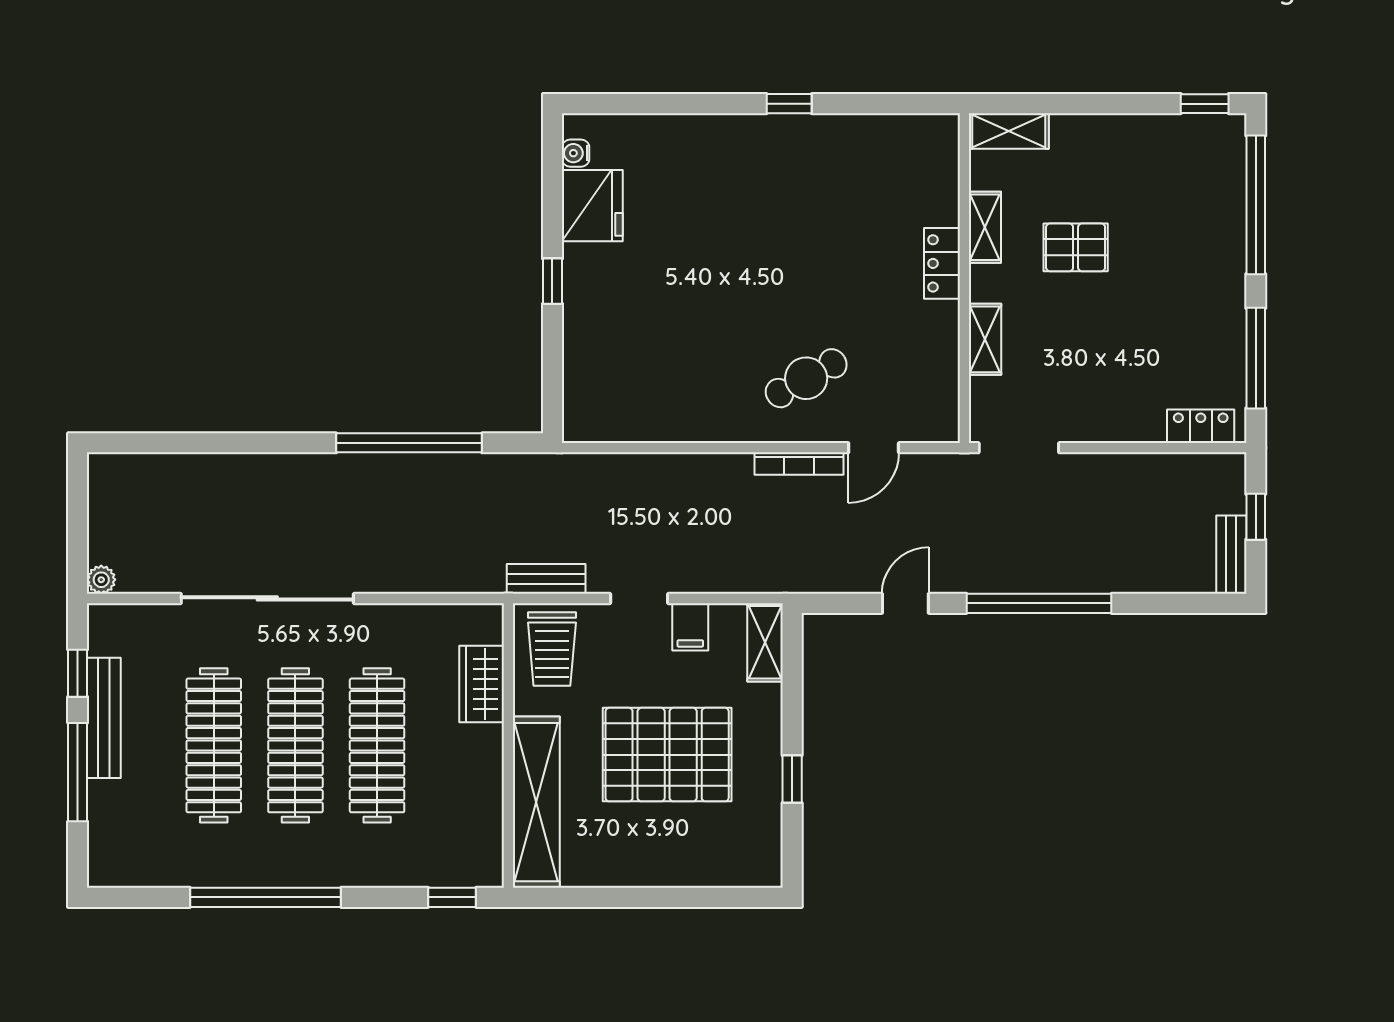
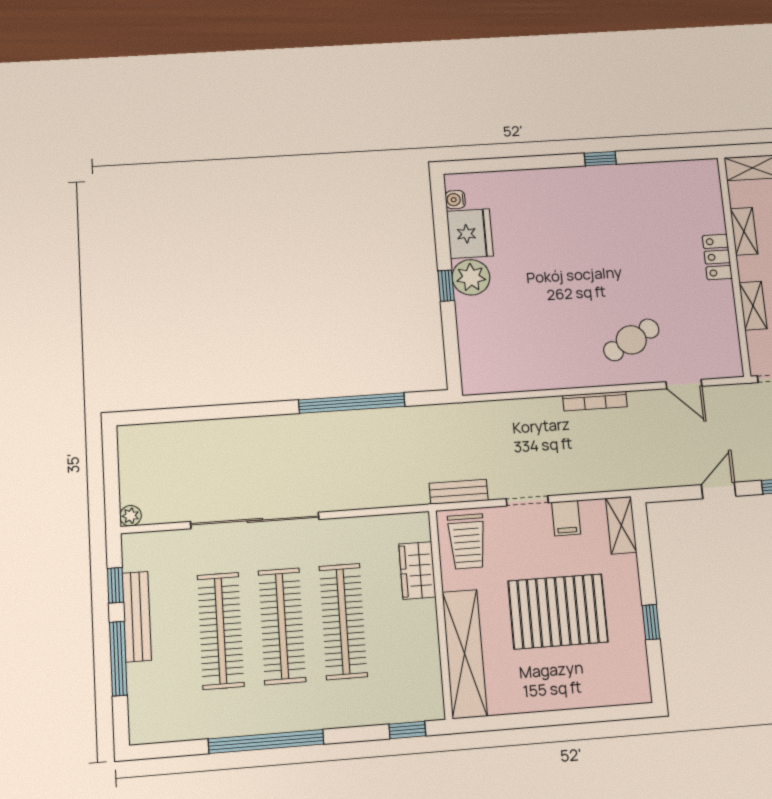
plant: (588, 271) -> (471, 277), added
door: (874, 448) -> (684, 384), hinge flipped
bookcase: (799, 464) -> (595, 401), moved

